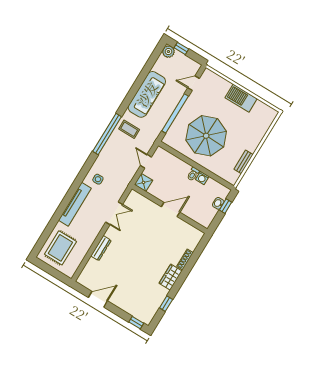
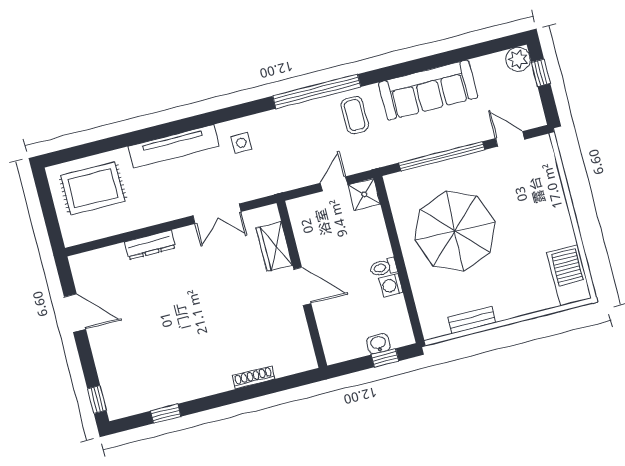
barbecue: (241, 98) -> (569, 275), moved
shower: (143, 182) -> (364, 194), moved
wardrobe: (171, 277) -> (274, 247), moved, turned -90

